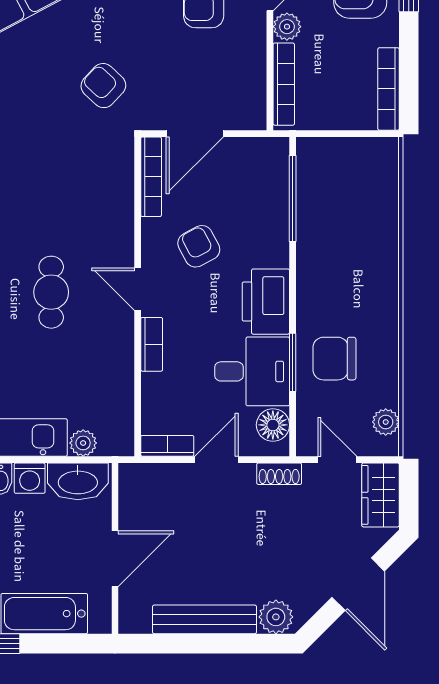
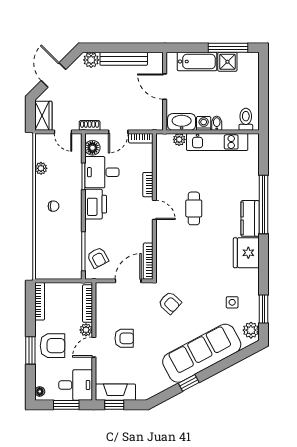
armchair: (199, 246) -> (98, 258), moved
chair: (335, 359) -> (54, 206), moved, width x0.54, depth x0.54
plant: (386, 422) -> (41, 168), moved
door: (115, 559) -> (165, 87), hinge flipped

